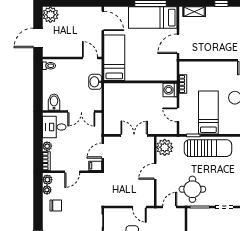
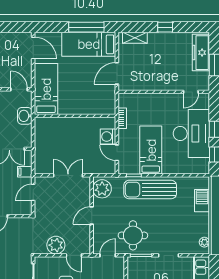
washing machine: (170, 90) -> (108, 137), moved
sun lounger: (208, 148) -> (150, 190), turned 180
filing cabinet: (95, 166) -> (25, 172), moved
plant: (123, 198) -> (56, 245), added

